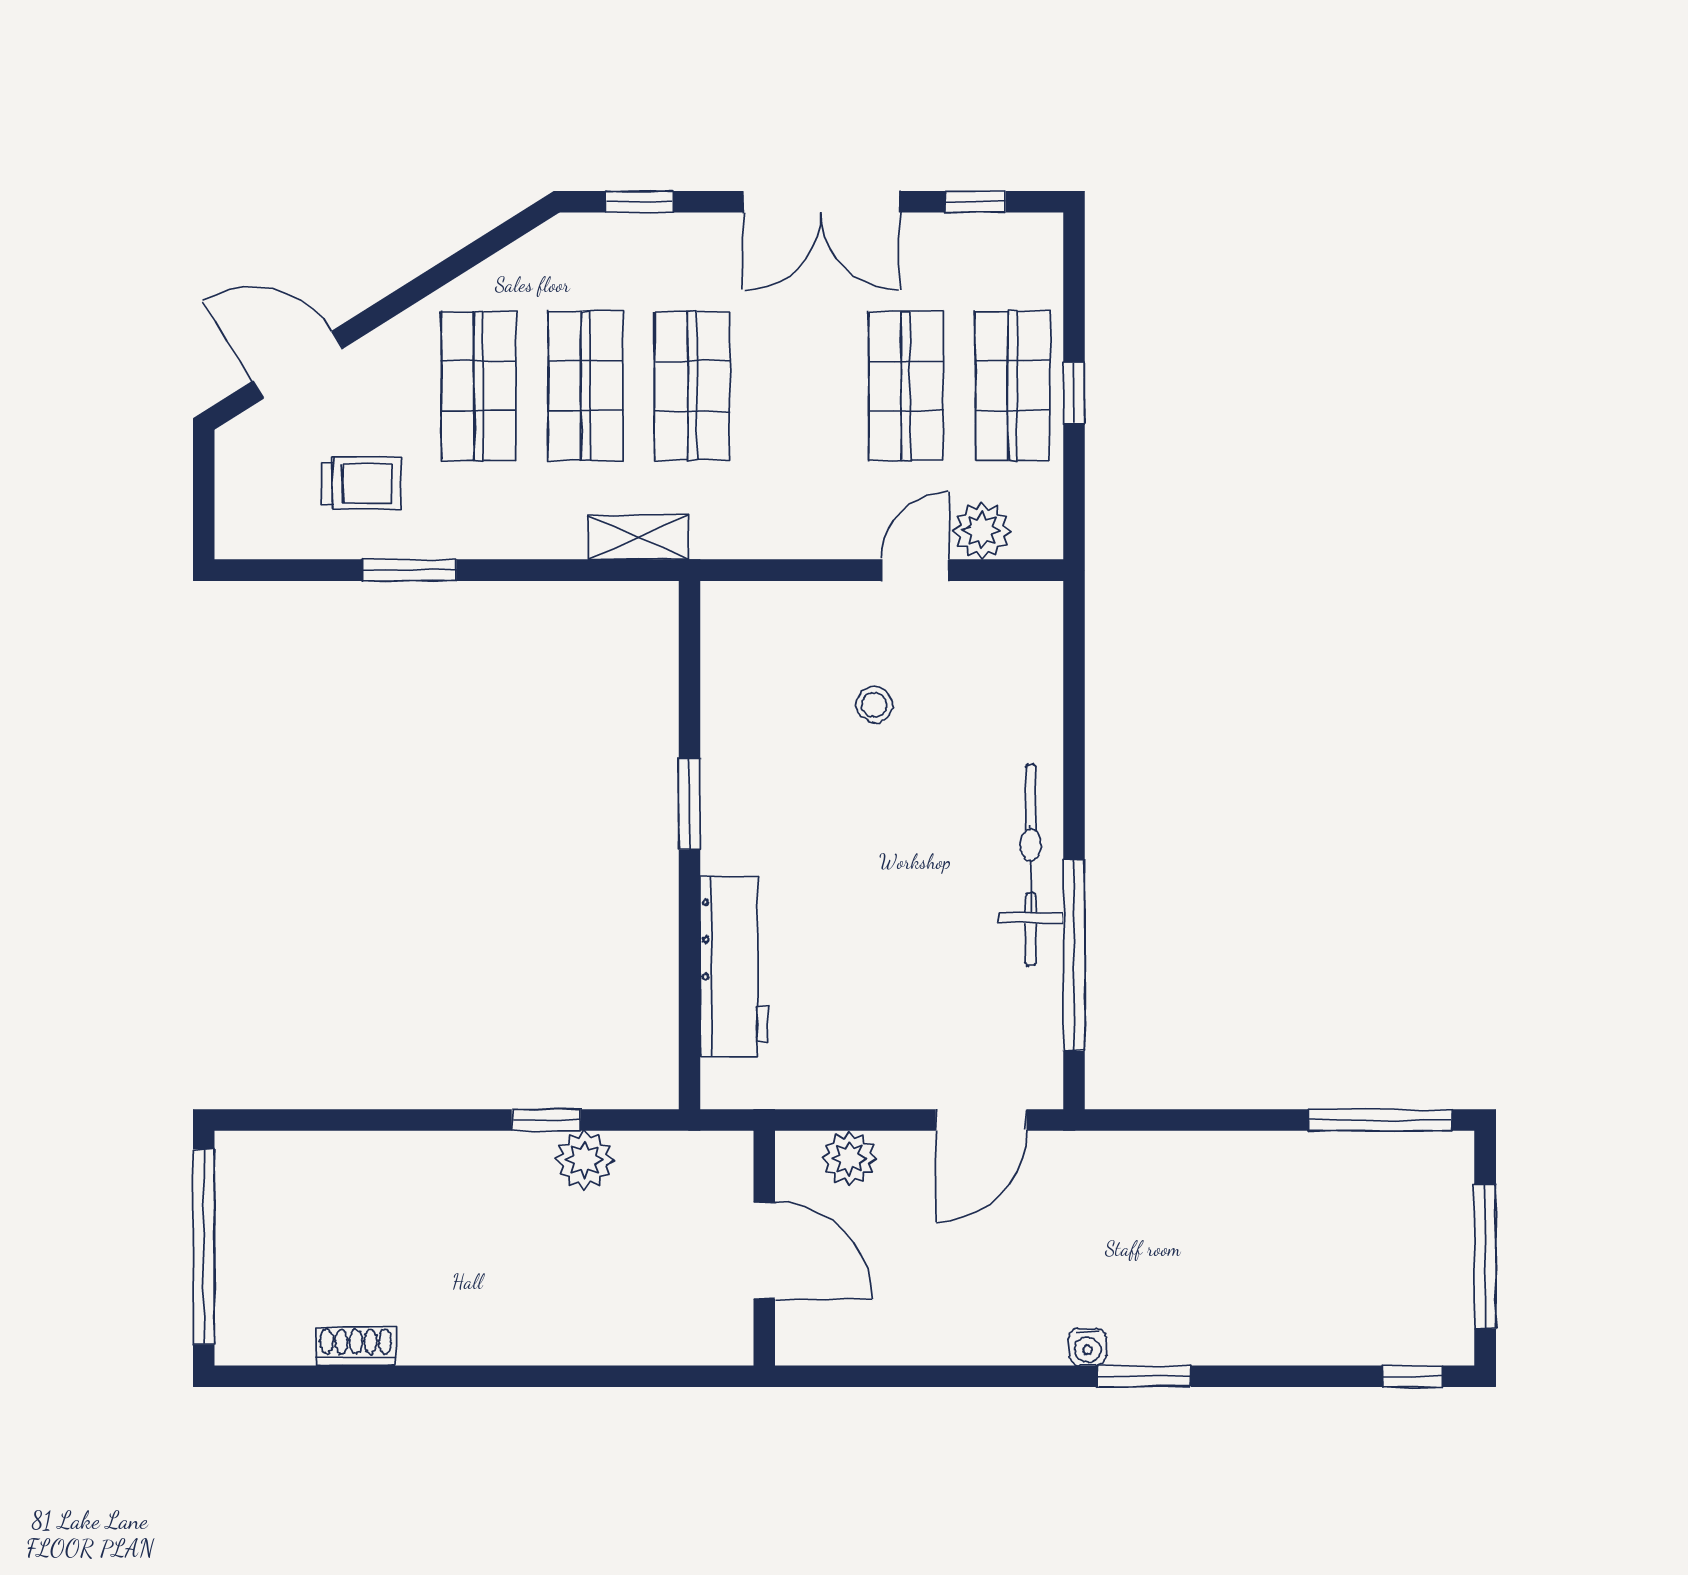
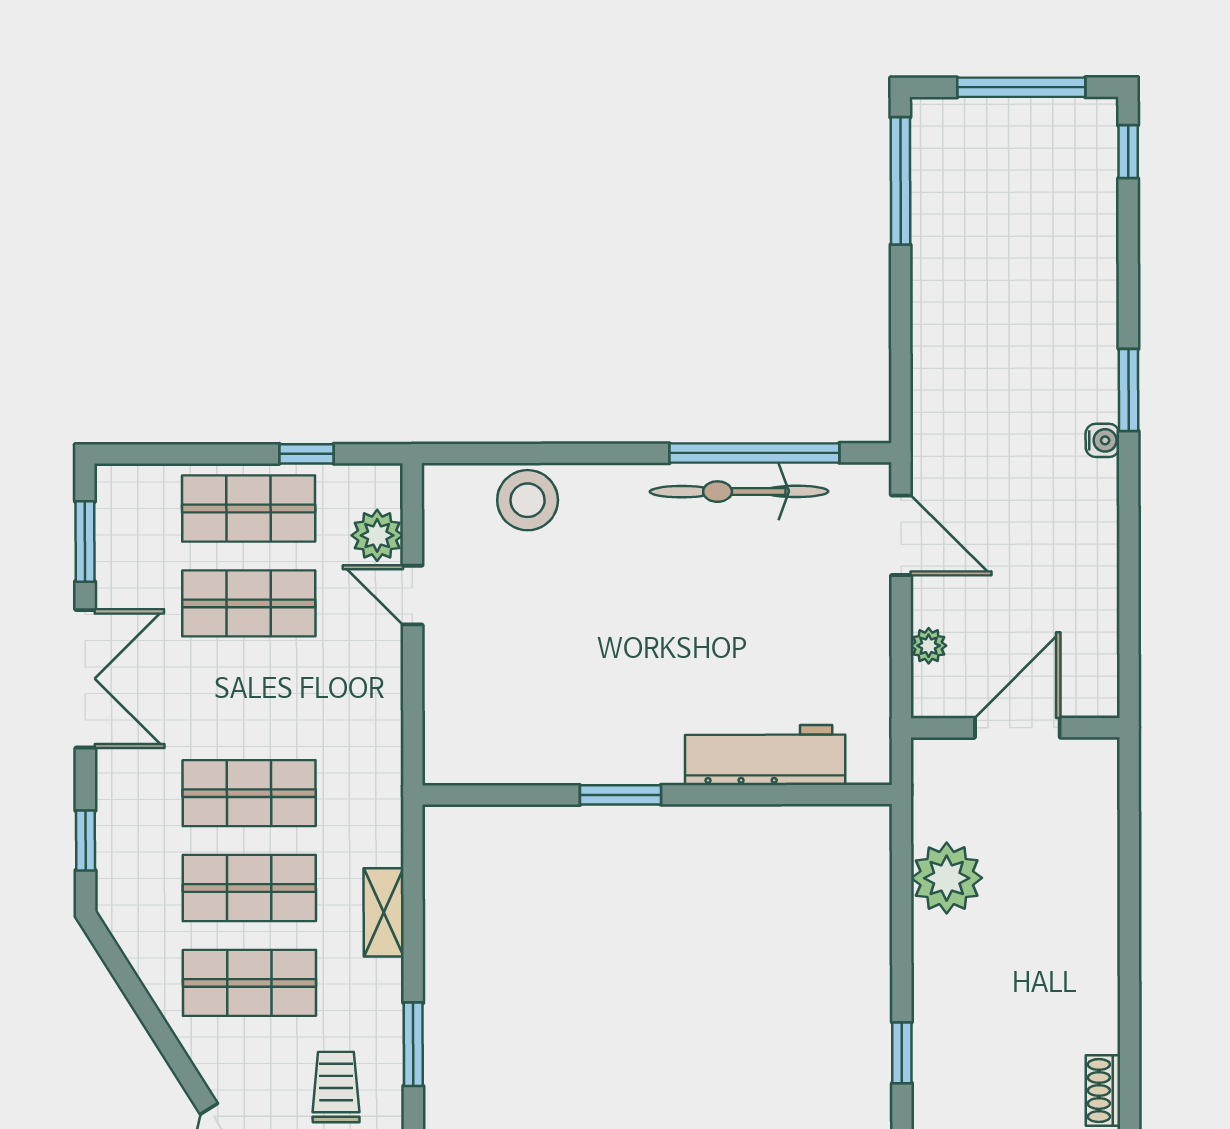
window: (976, 202) -> (85, 541), width x1.50
window: (1074, 393) -> (307, 454), moved
shelving: (638, 537) -> (384, 912), moved
stool: (874, 705) -> (528, 500), moved, width x1.89, depth x1.89
bicycle: (1031, 865) -> (739, 492), moved
window: (546, 1120) -> (902, 1053), moved
plant: (849, 1158) -> (929, 646), width x0.73, depth x0.73
plant: (585, 1160) -> (947, 878), width x1.36, depth x1.36

